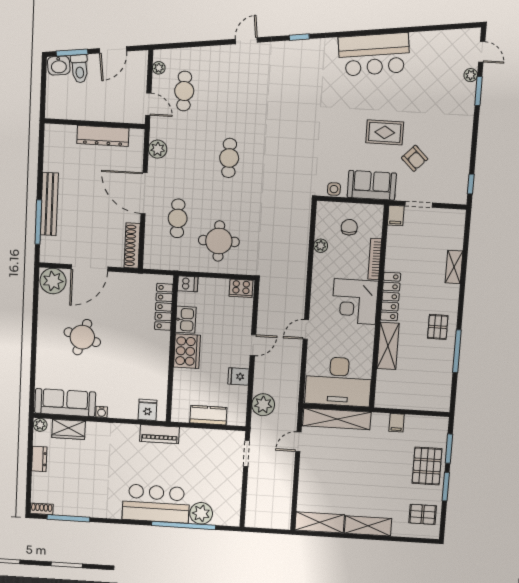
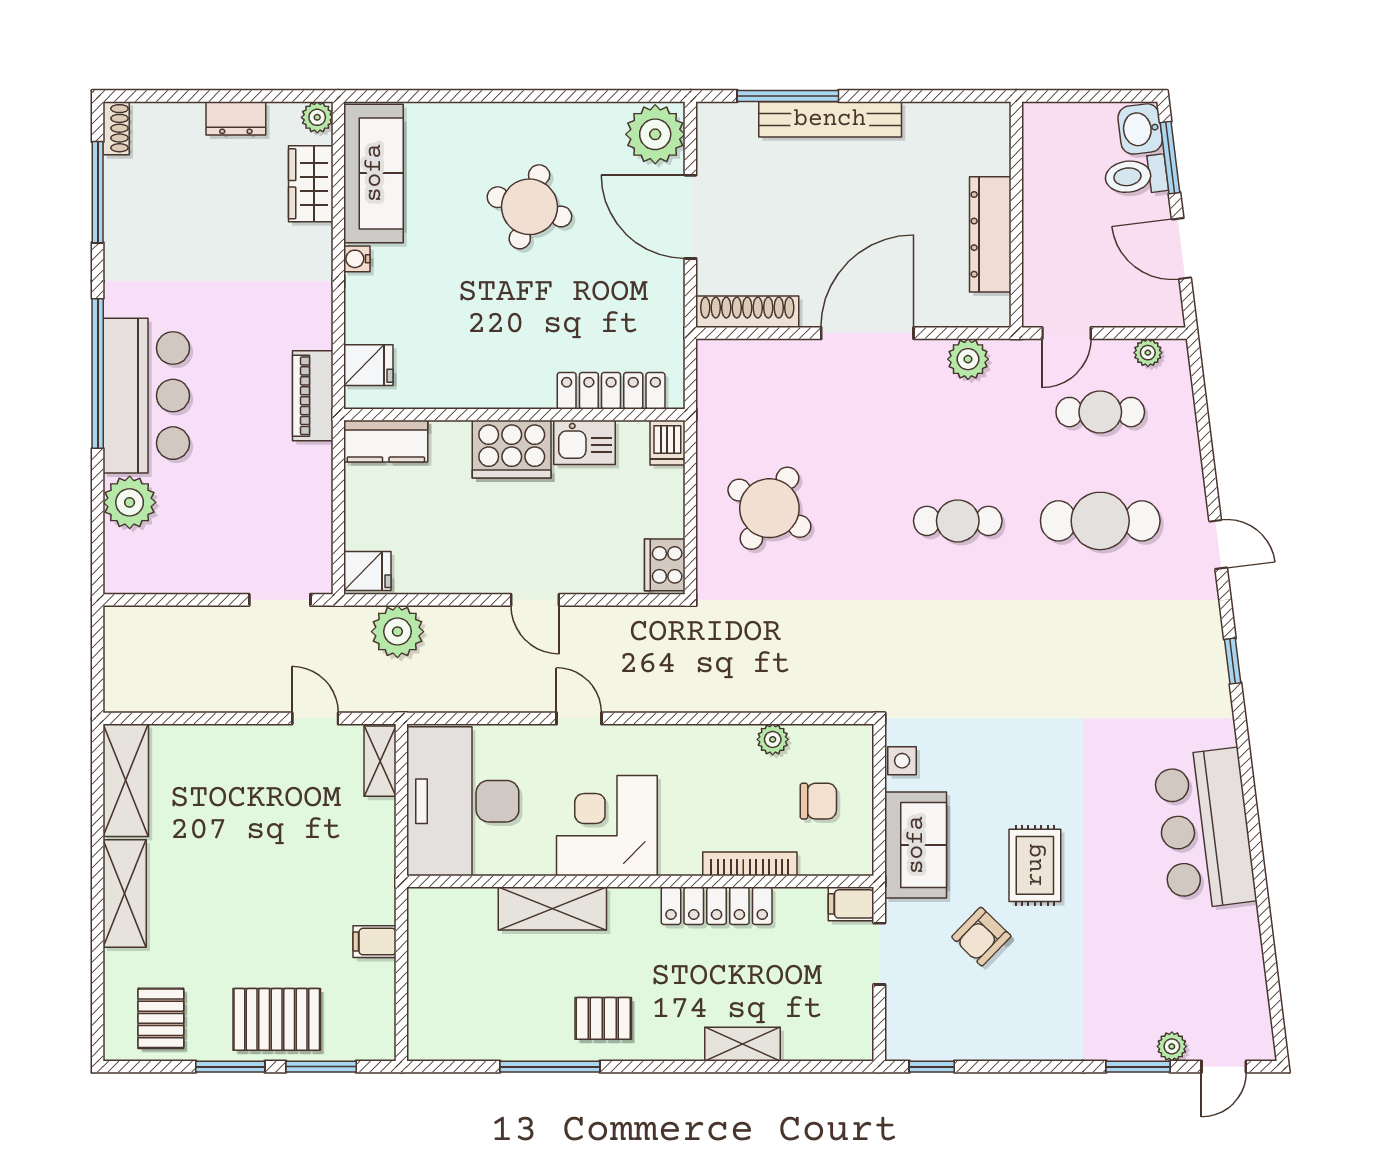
cafe table: (178, 218) -> (1100, 521), moved, width x1.37, depth x1.35
round table: (219, 241) -> (769, 508), turned 31
locker: (391, 297) -> (717, 906), moved
corner desk: (355, 302) -> (607, 826), moved
fridge: (239, 377) -> (367, 571), moved, turned 90
kitchen counter: (208, 415) -> (386, 441), moved, turned 90
shelving: (337, 419) -> (380, 761), width x0.45, depth x0.75
window: (184, 525) -> (98, 373), moved

